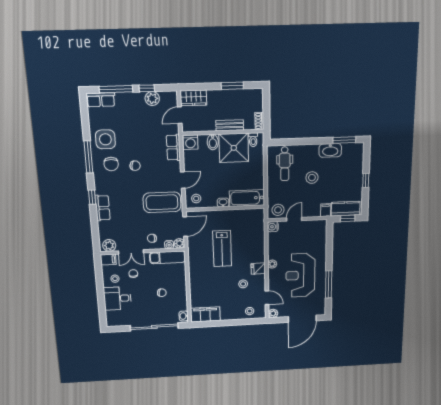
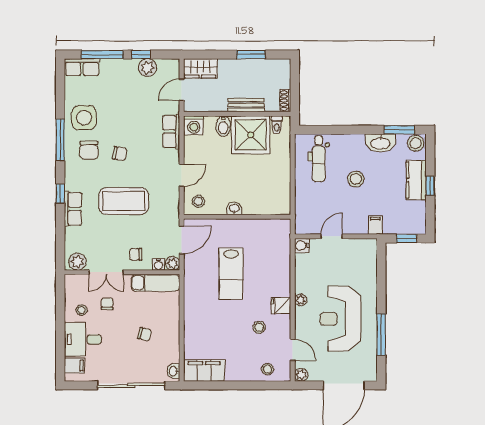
bathtub: (247, 198) -> (267, 204), removed
coffee table: (162, 202) -> (124, 201), moved
kitchen counter: (346, 209) -> (416, 180), moved, turned -90
stool: (278, 210) -> (416, 143), moved
filing cabinet: (108, 260) -> (75, 365), moved

